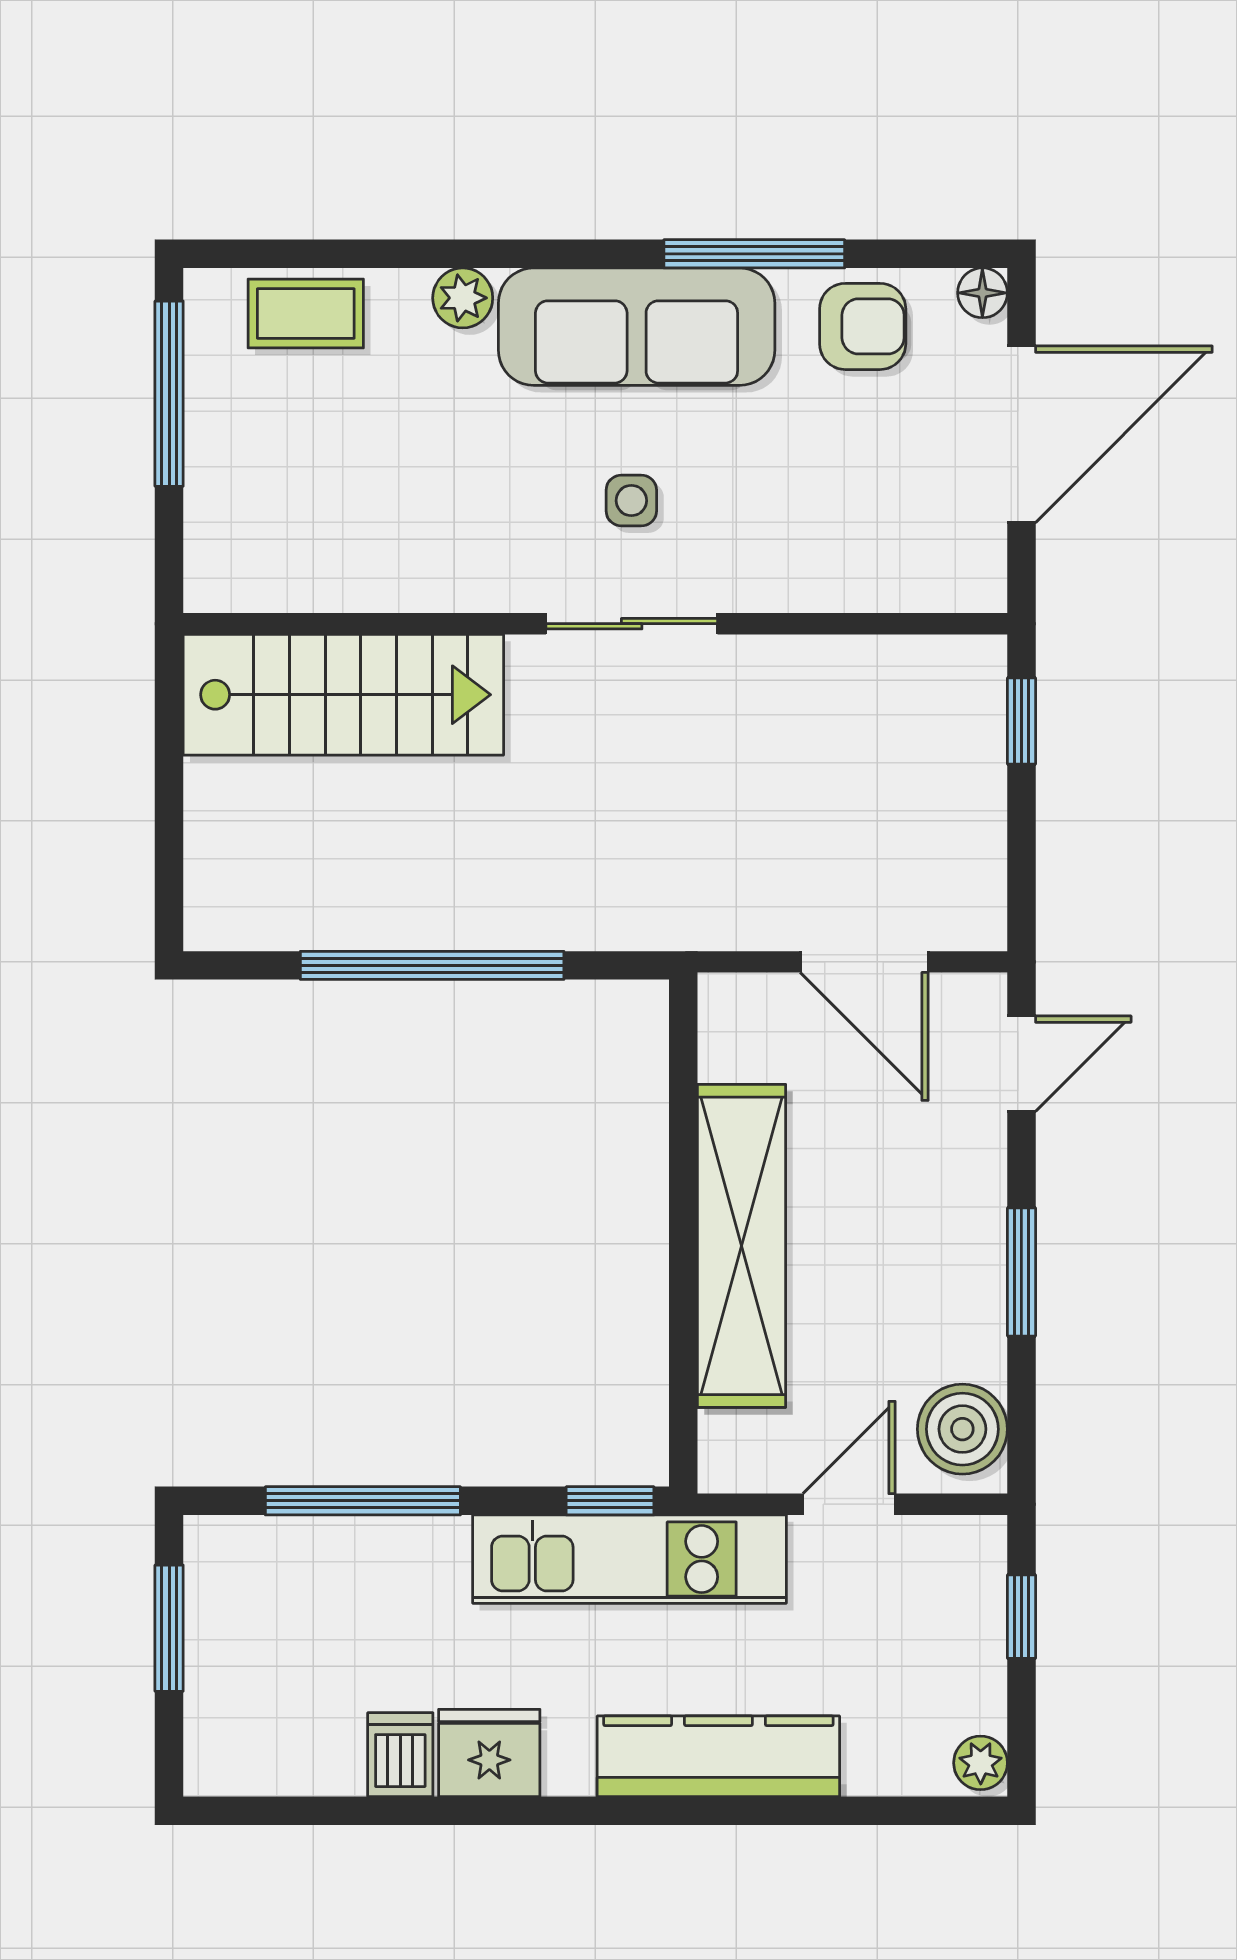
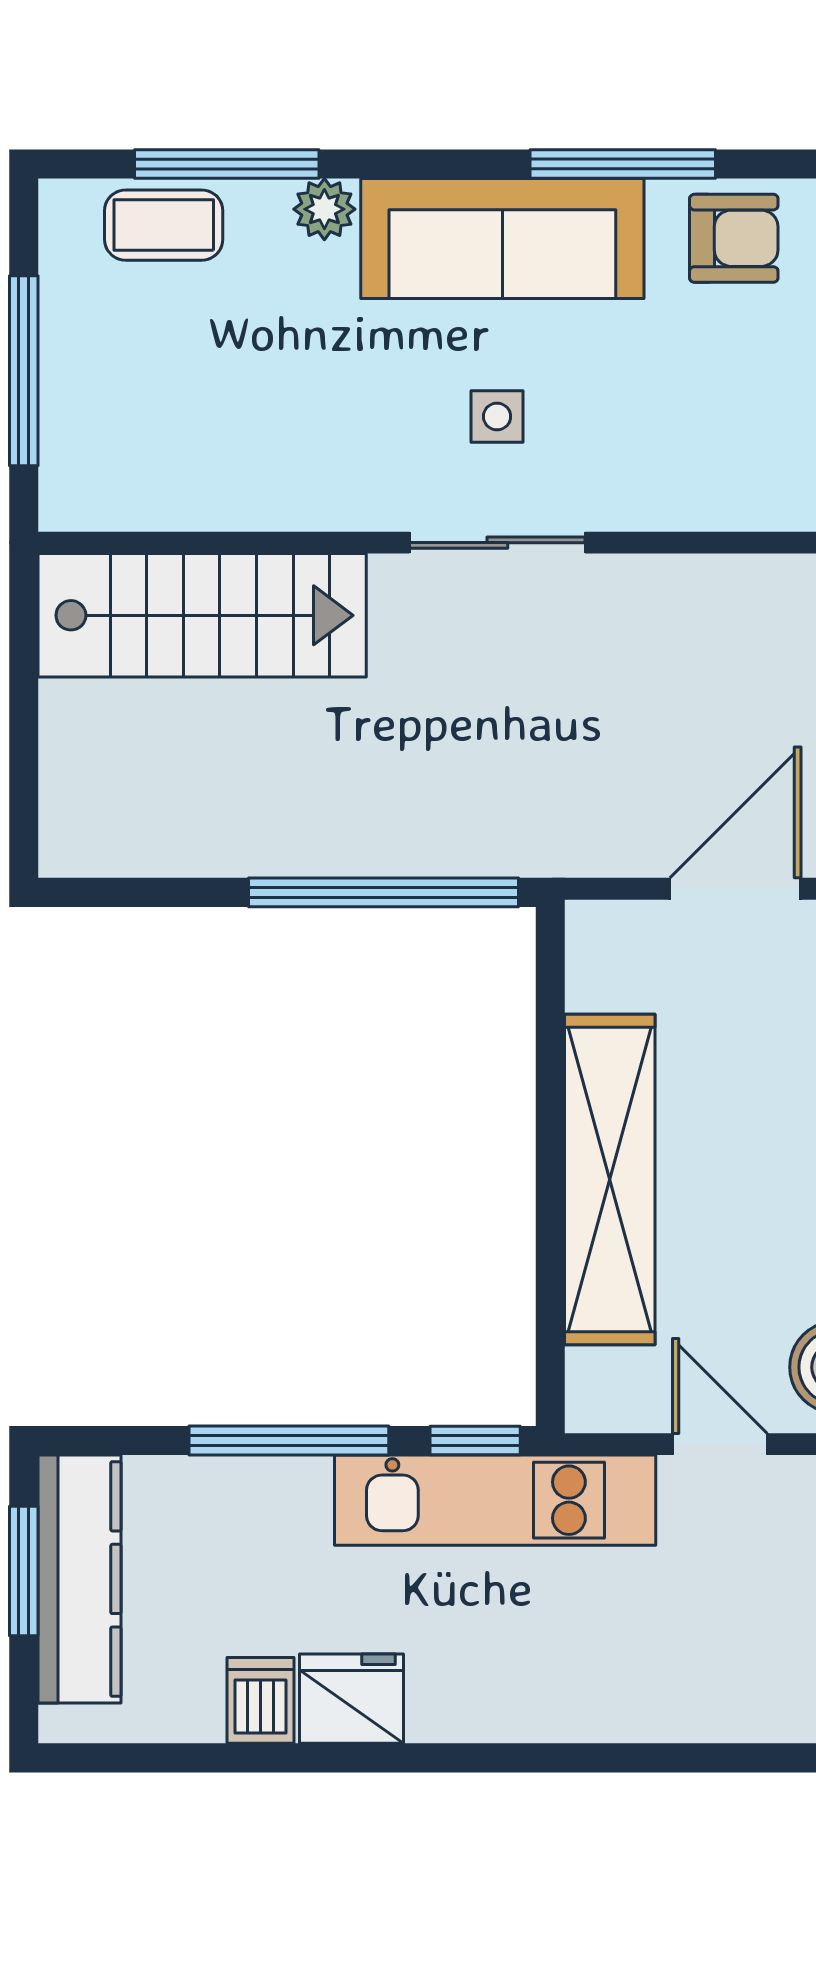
window: (367, 254) -> (227, 164), added
window: (169, 394) -> (24, 371), moved
door: (864, 962) -> (735, 889), swing flipped
window: (432, 965) -> (383, 892), moved
window: (363, 1501) -> (289, 1441), moved
door: (849, 1504) -> (720, 1444), hinge flipped
kitchen counter: (718, 1756) -> (79, 1579), moved, turned 90

